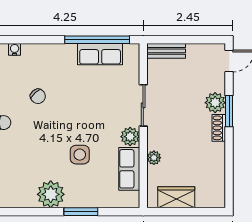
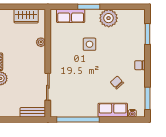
row of seats: (100, 54) -> (113, 110), moved
sliding door: (143, 105) -> (48, 87), moved
plant: (130, 137) -> (56, 56), removed
row of seats: (129, 169) -> (71, 16), moved, turned 90

